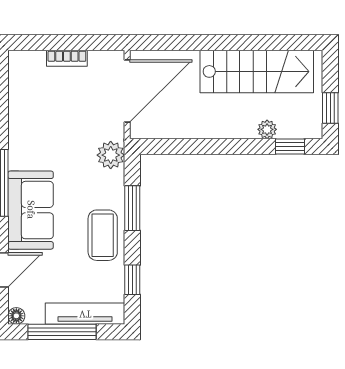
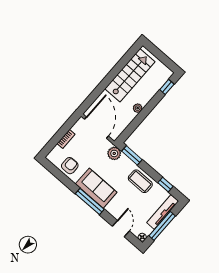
armchair: (30, 101) -> (70, 166), added
window: (330, 108) -> (166, 60), removed
plant: (267, 129) -> (138, 108), moved
window: (132, 208) -> (132, 155), moved
sofa: (31, 210) -> (96, 188), moved

